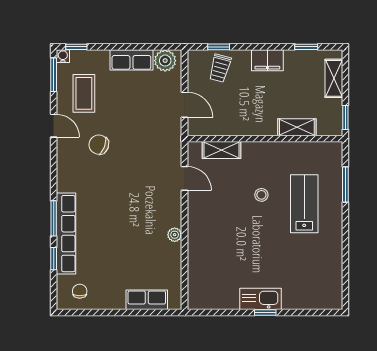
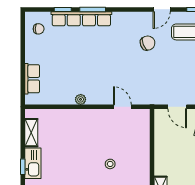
door: (185, 105) -> (177, 107), hinge flipped
chair: (99, 145) -> (148, 43), turned 48
shelving: (222, 150) -> (31, 133), moved
door: (185, 178) -> (122, 107), swing flipped

